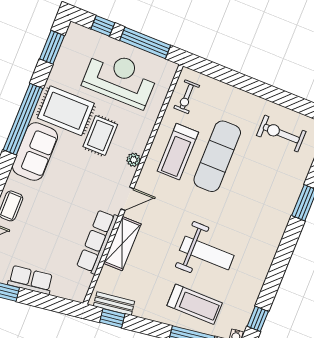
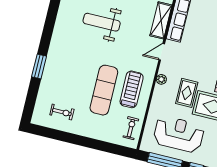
reception desk: (120, 78) -> (179, 134), turned 180
exercise bike: (281, 134) -> (62, 112), width x0.73, depth x0.72

